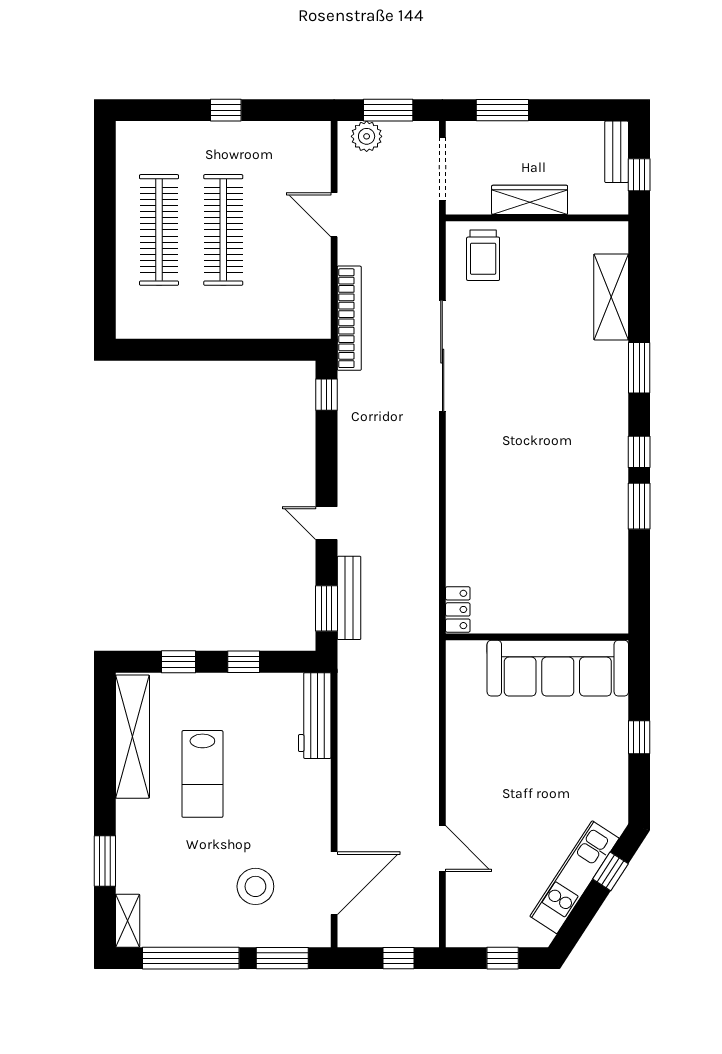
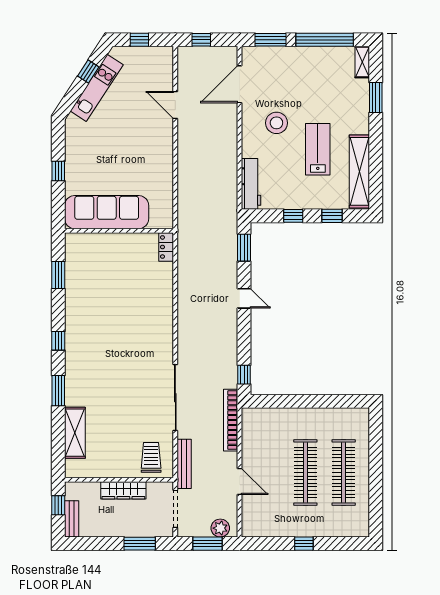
window: (639, 506) -> (58, 275), moved
bench: (349, 598) -> (184, 464), moved
window: (610, 871) -> (88, 71), moved
stool: (255, 886) -> (276, 123), moved

